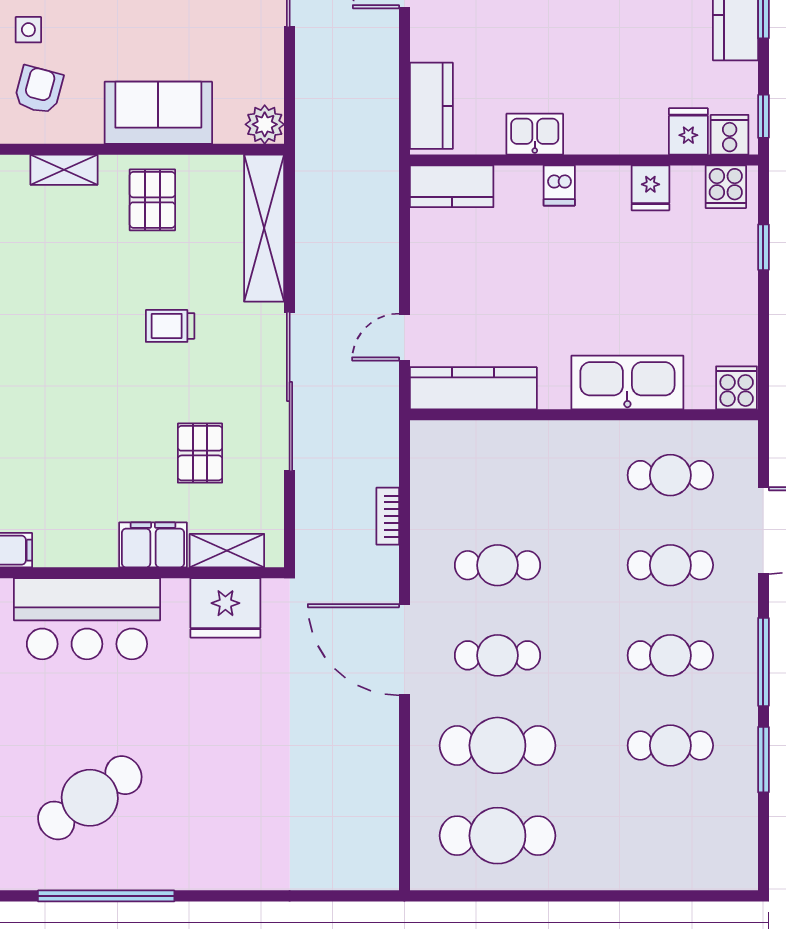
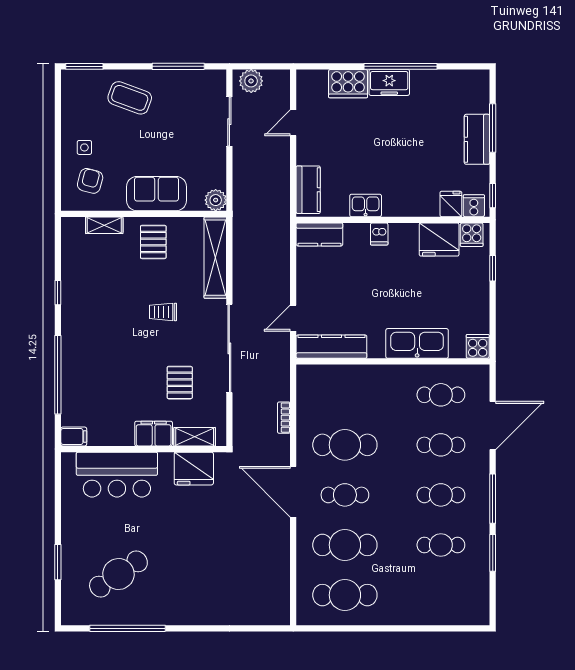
fridge: (650, 188) -> (439, 240), width x1.88, depth x1.34
cafe table: (497, 565) -> (345, 445), width x1.37, depth x1.35

